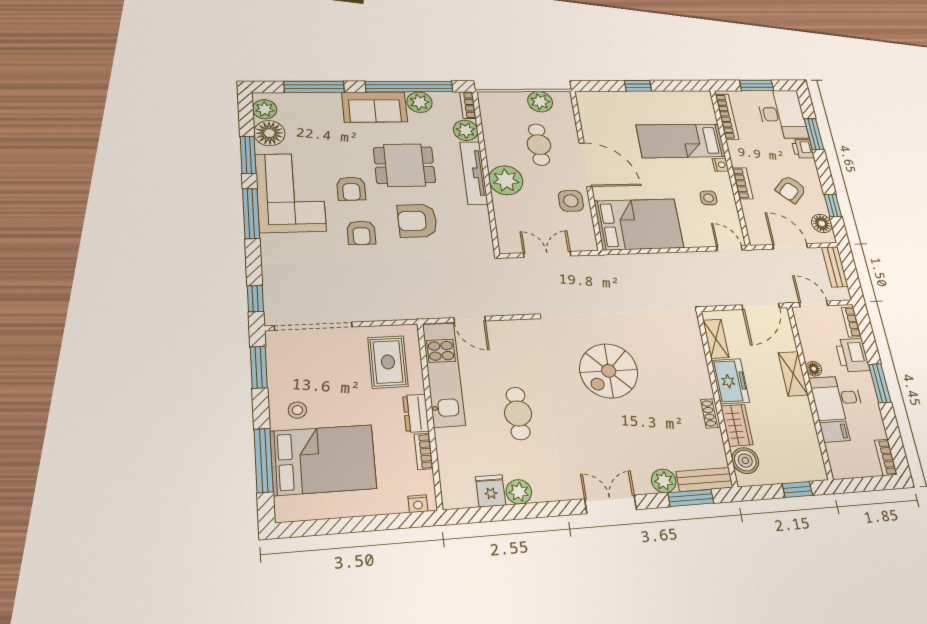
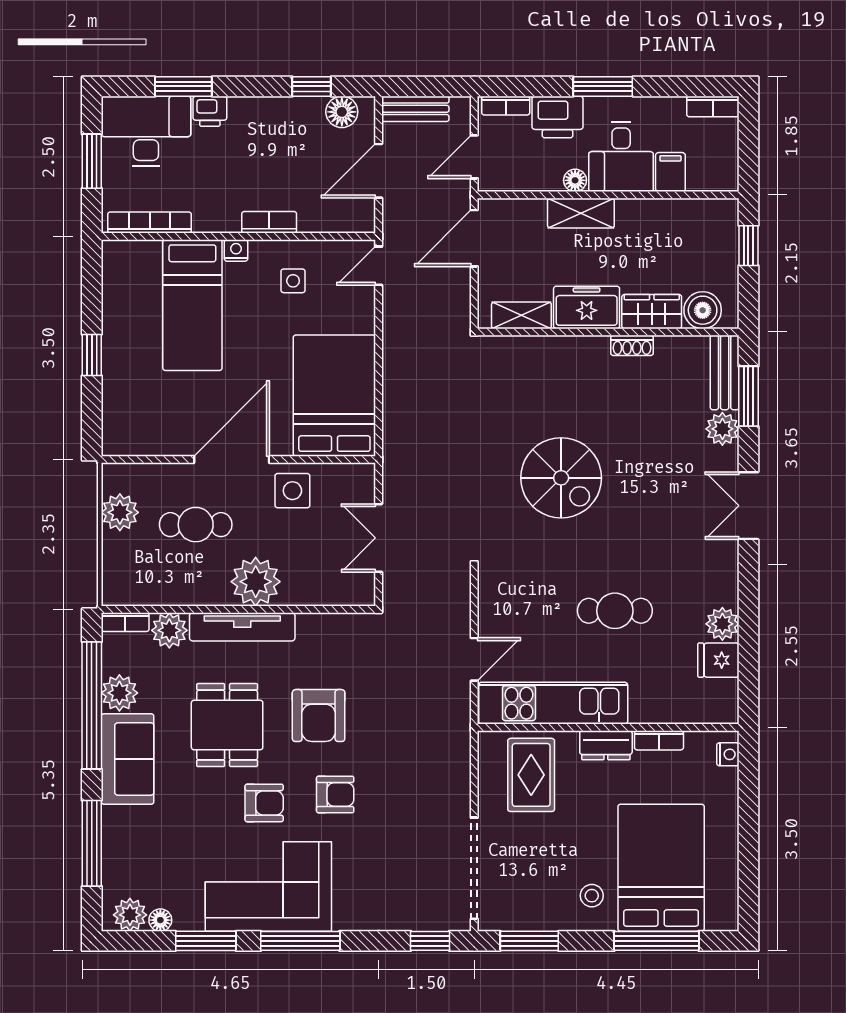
floor lamp: (269, 133) -> (160, 920), width x0.53, depth x0.53
armchair: (791, 189) -> (281, 148), removed
door: (761, 306) -> (474, 238), swing flipped
rug: (388, 362) -> (531, 775), turned 90

